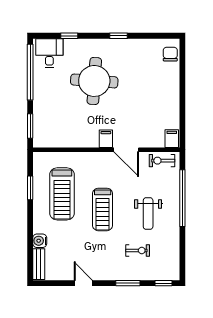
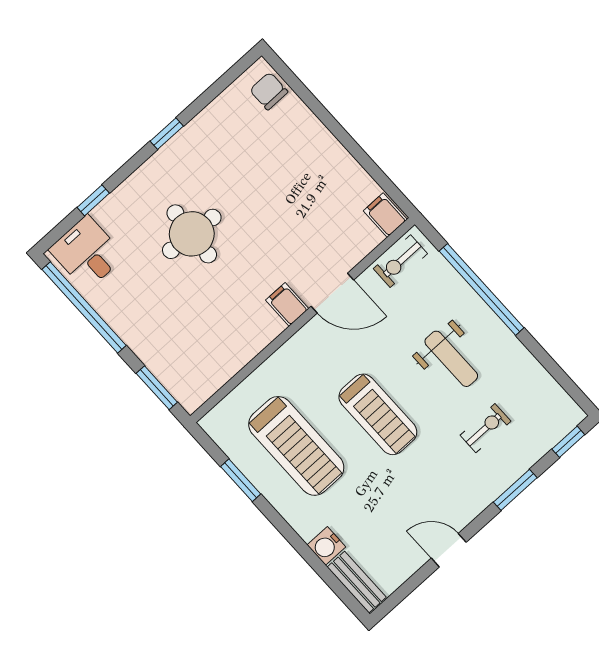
round table: (94, 81) -> (192, 234), width x0.73, depth x0.73

